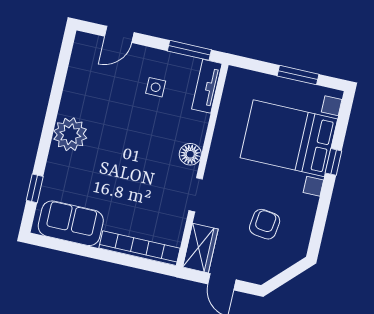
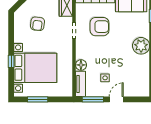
door: (119, 34) -> (116, 99), moved
floor lamp: (190, 154) -> (81, 65), moved
armchair: (144, 191) -> (99, 27), added

